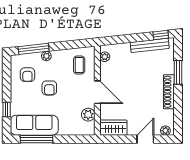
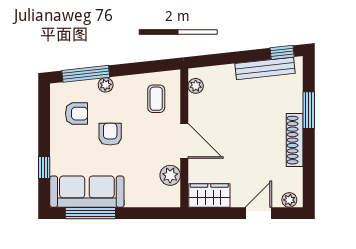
armchair: (27, 75) -> (76, 114), turned -90
armchair: (49, 88) -> (110, 134), turned 180

